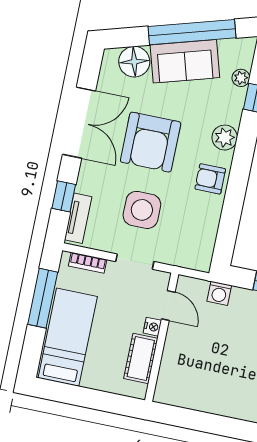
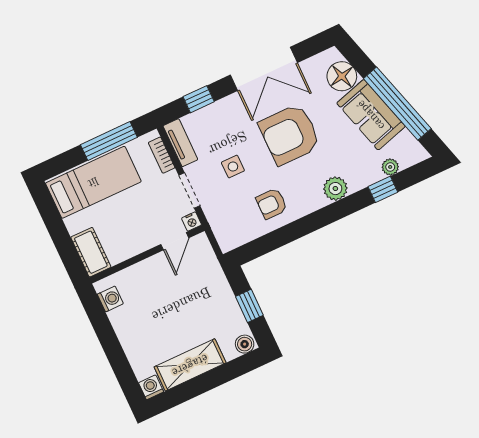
armchair: (210, 179) -> (272, 204), moved, turned -90
side table: (142, 210) -> (233, 167), width x0.54, depth x0.54
tv unit: (78, 218) -> (180, 143), moved, turned -90
washing machine: (219, 293) -> (110, 299), moved, turned 180
nightstand: (152, 327) -> (192, 222), moved
cot: (141, 358) -> (91, 252), moved, turned 90

